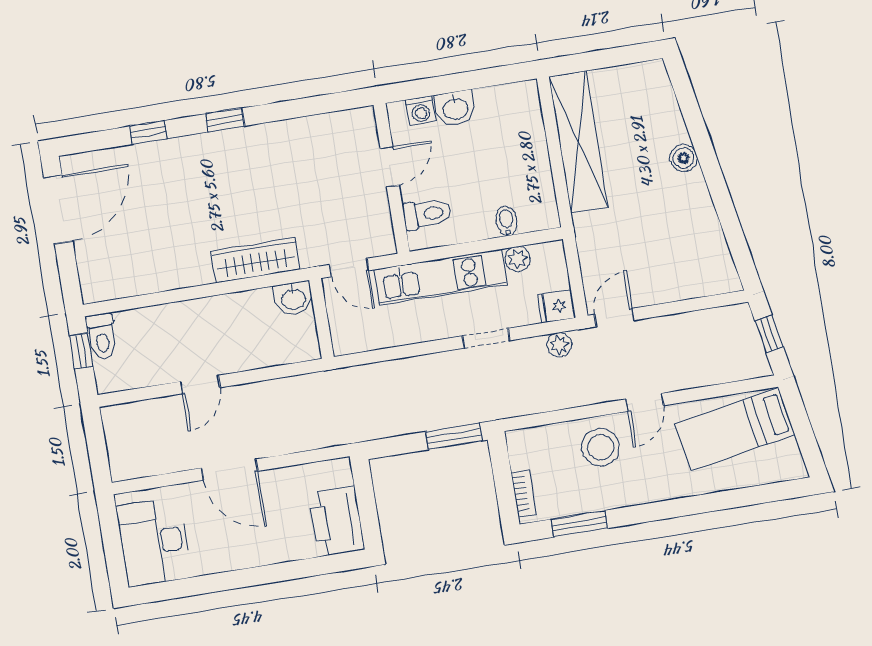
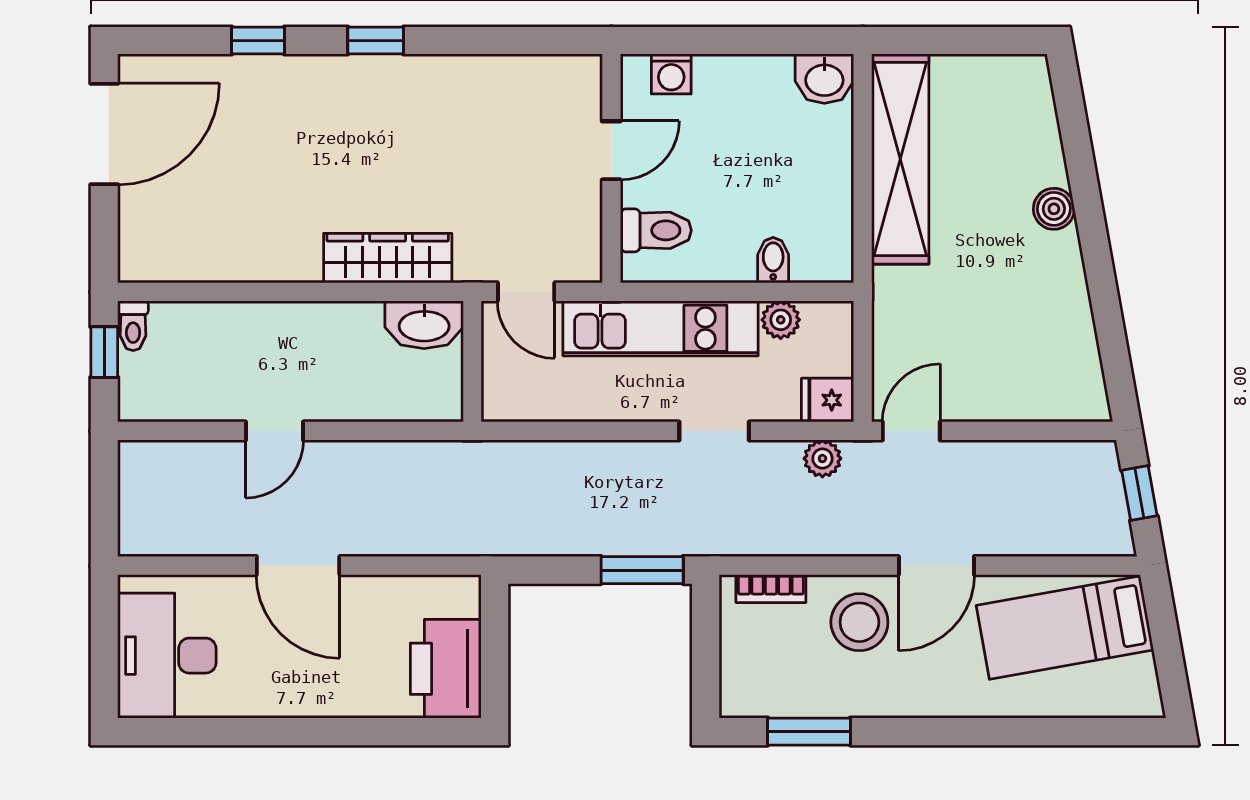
washbasin: (455, 108) -> (824, 79), moved
washbasin: (293, 299) -> (424, 325), width x1.38
toilet: (102, 337) -> (133, 326), width x0.73, depth x0.72
door: (645, 402) -> (936, 566), width x1.37
bookcase: (524, 493) -> (771, 589), moved, turned 90

